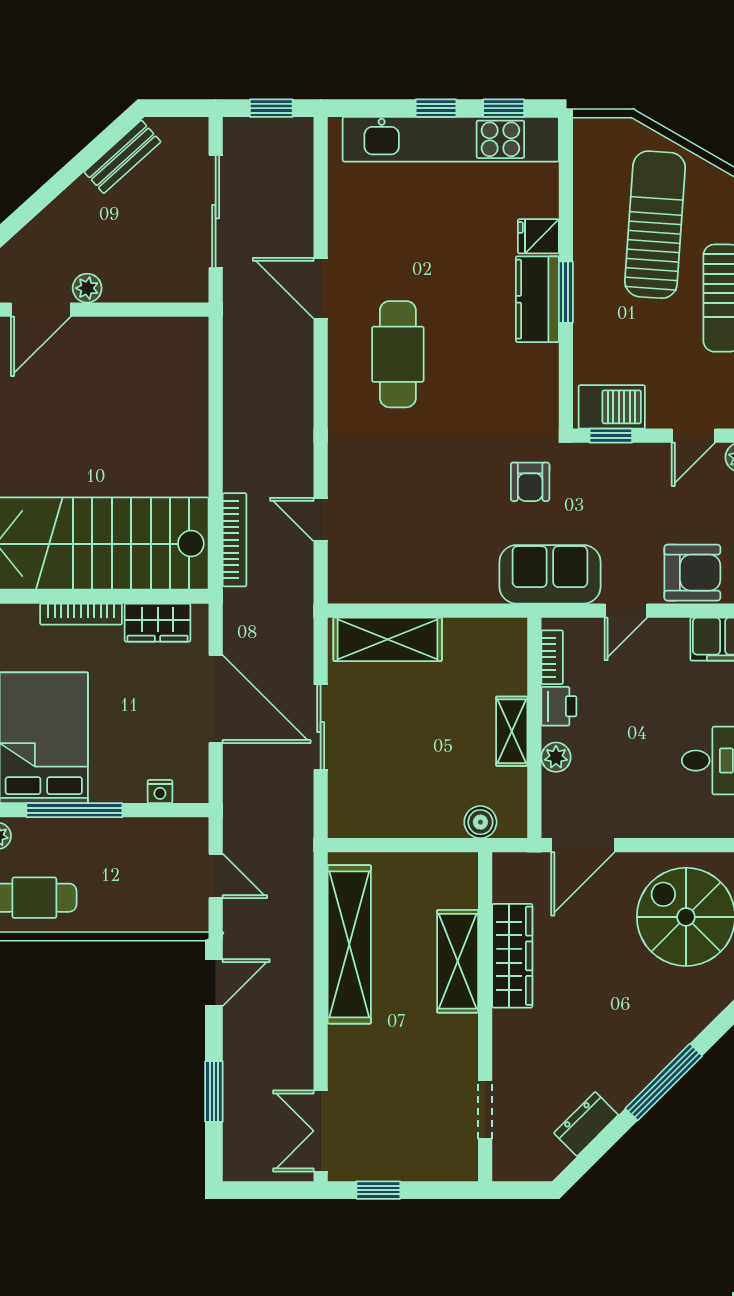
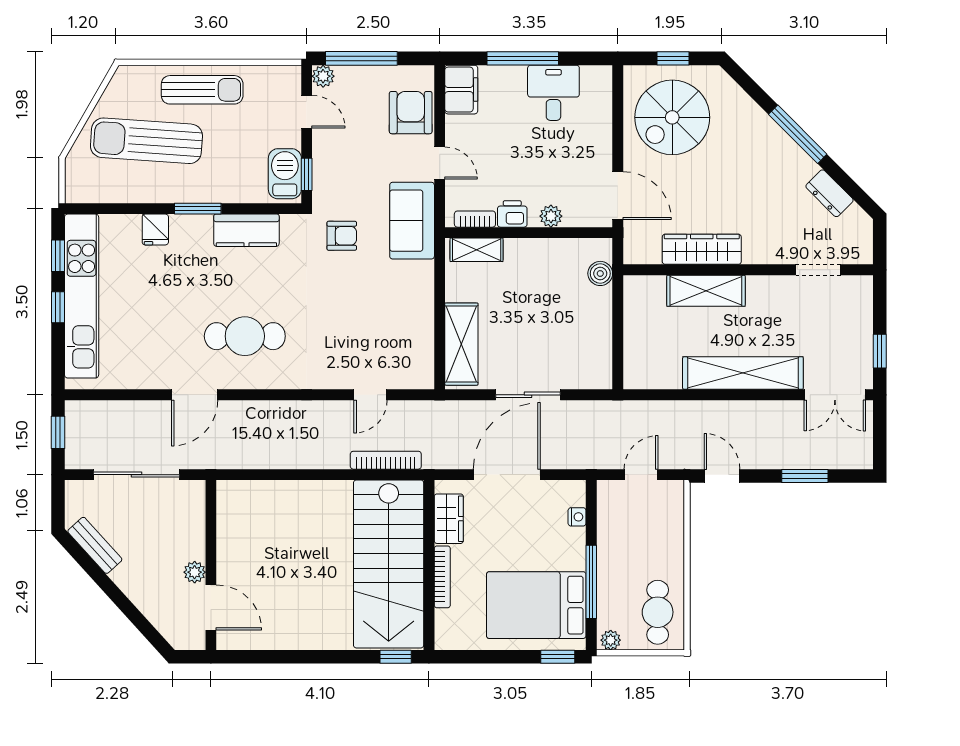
kitchen counter: (537, 299) -> (246, 230), moved
shelving: (512, 731) -> (477, 250), moved
shelving: (349, 944) -> (743, 373), moved

